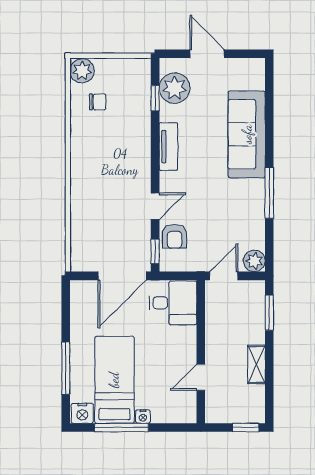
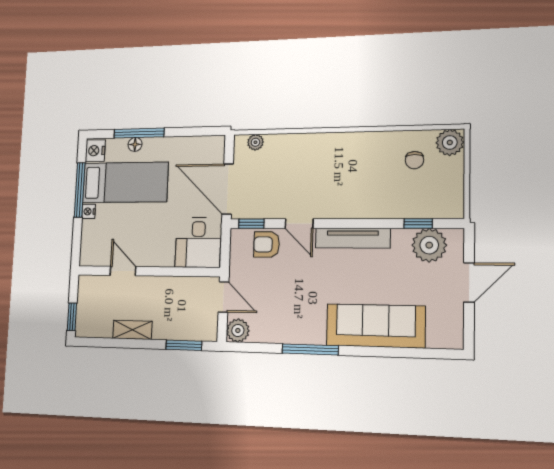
tv unit: (168, 147) -> (353, 238), width x1.41
plant: (78, 250) -> (255, 142), added
floor lamp: (77, 372) -> (135, 144), added

